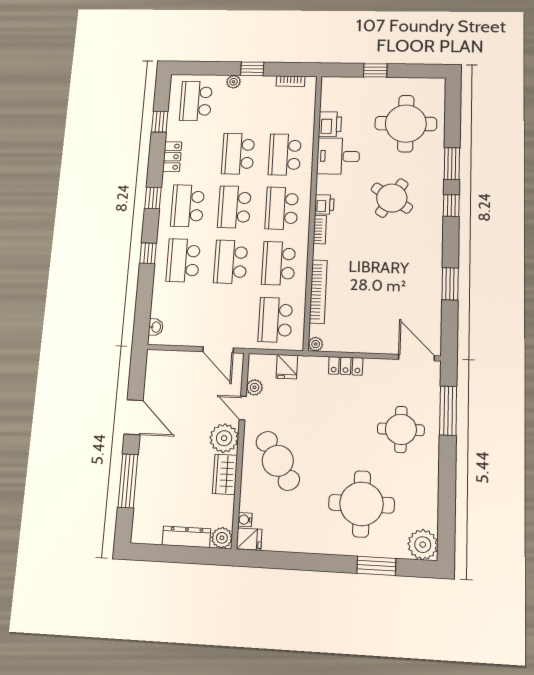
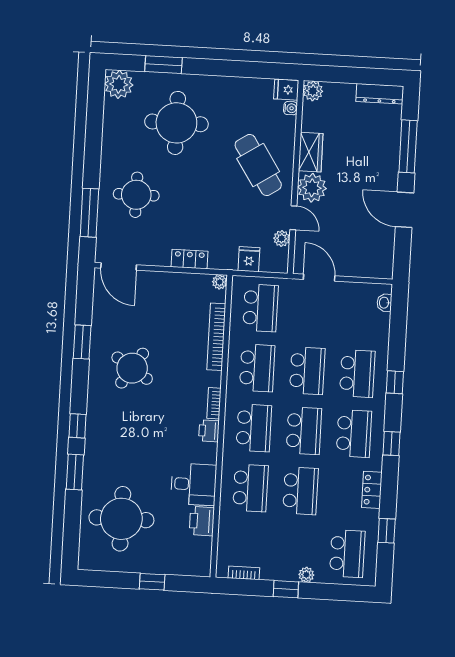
round table: (392, 198) -> (132, 368), moved
dresser: (186, 537) -> (380, 94), moved

